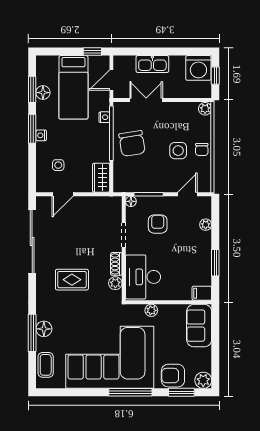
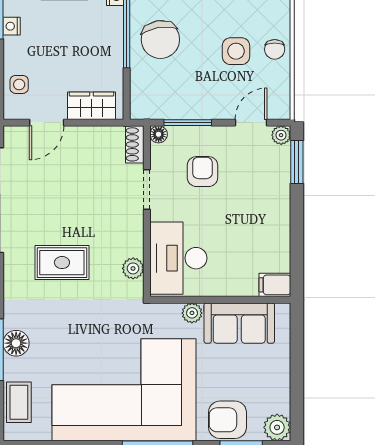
side table: (58, 165) -> (19, 84), moved
wardrobe: (101, 178) -> (91, 106), moved, turned 90
plant: (206, 225) -> (281, 135), moved
window: (215, 263) -> (297, 162), moved
shoe rack: (116, 264) -> (135, 144), moved
sofa: (199, 326) -> (239, 323), moved, turned -90

